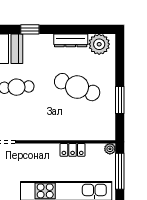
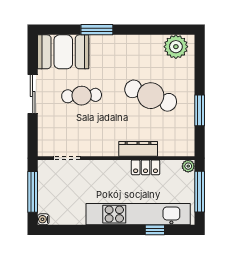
window: (30, 29) -> (97, 30), width x1.50
dresser: (71, 40) -> (138, 149), moved, turned 180

